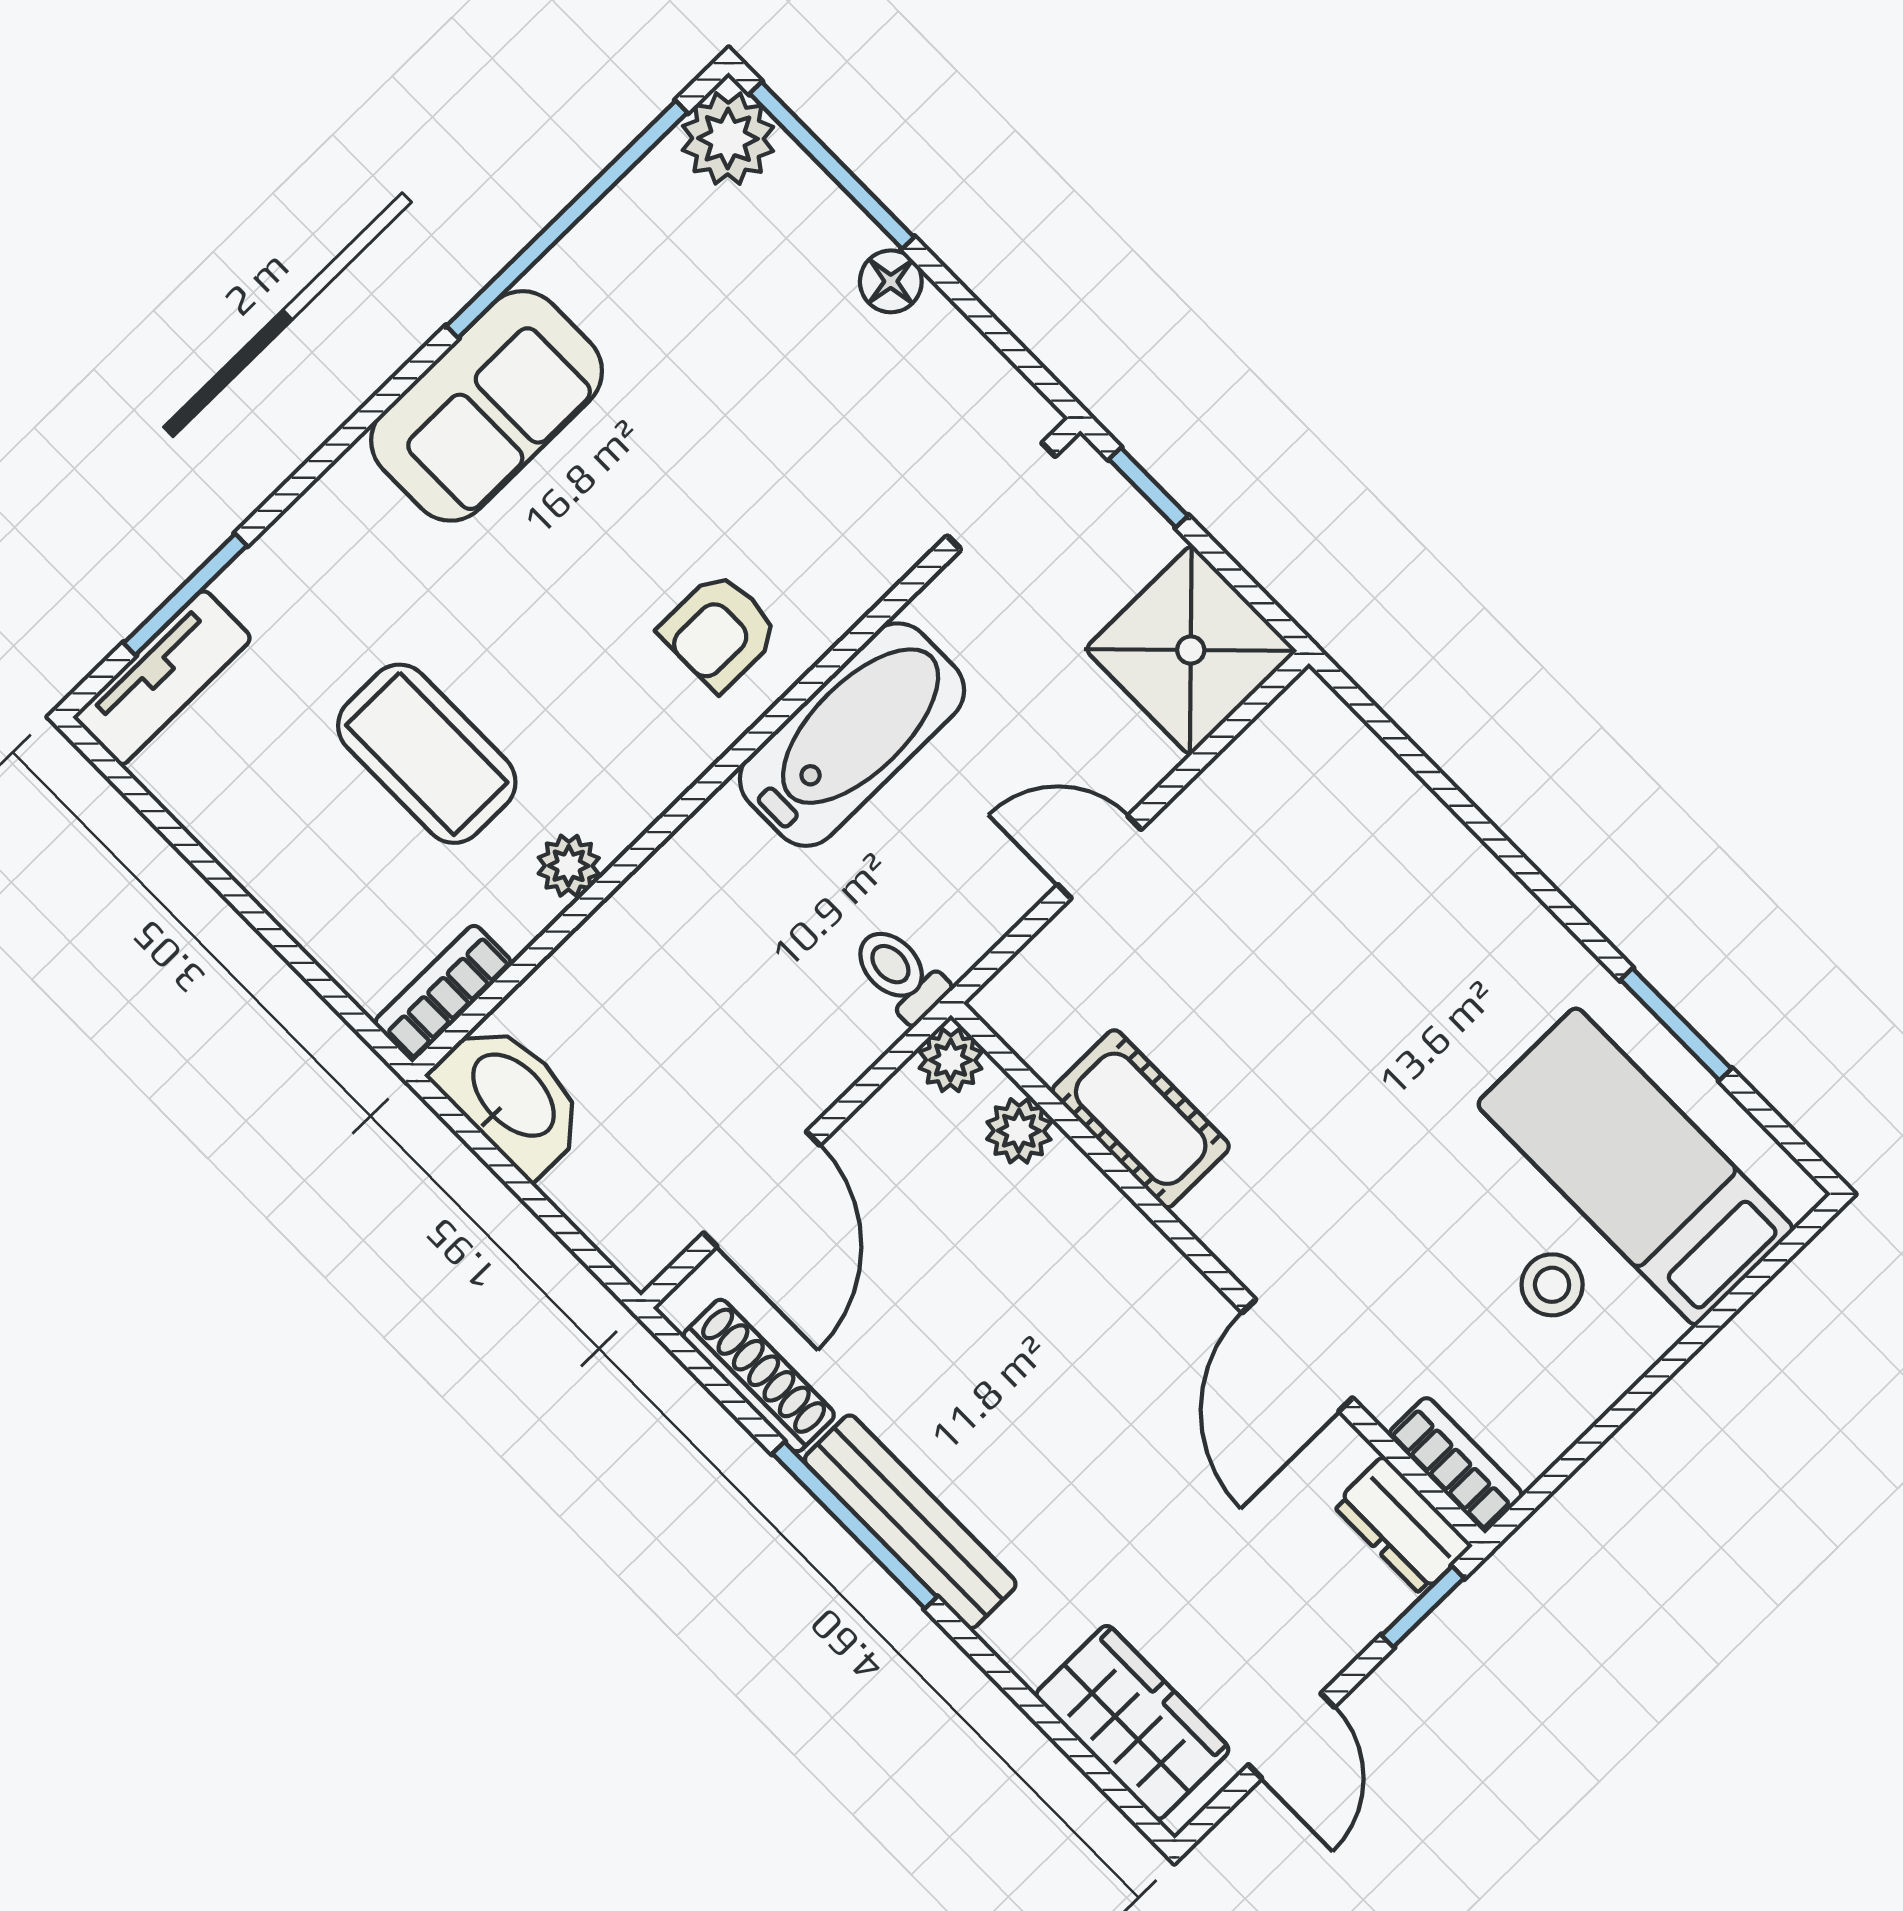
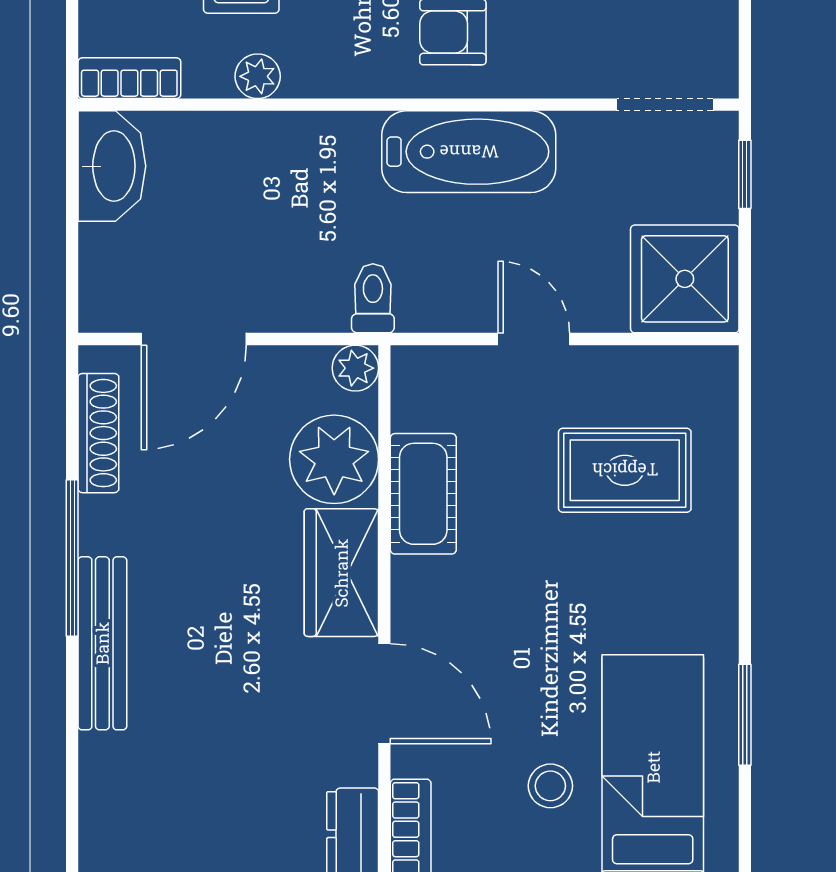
rug: (1318, 899) -> (625, 470), added
plant: (1019, 1131) -> (334, 459), width x1.88, depth x1.88
door: (1297, 1355) -> (384, 694), swing flipped
bench: (910, 1522) -> (102, 643), moved
wardrobe: (1132, 1722) -> (341, 573), moved, turned 180

